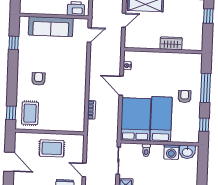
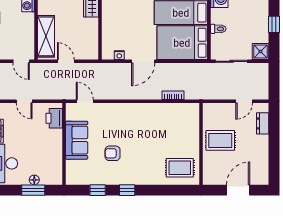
sofa: (51, 27) -> (77, 140), width x0.73
armchair: (39, 79) -> (113, 153), moved
window: (11, 113) -> (127, 190), moved
rug: (52, 148) -> (220, 140), turned 90

